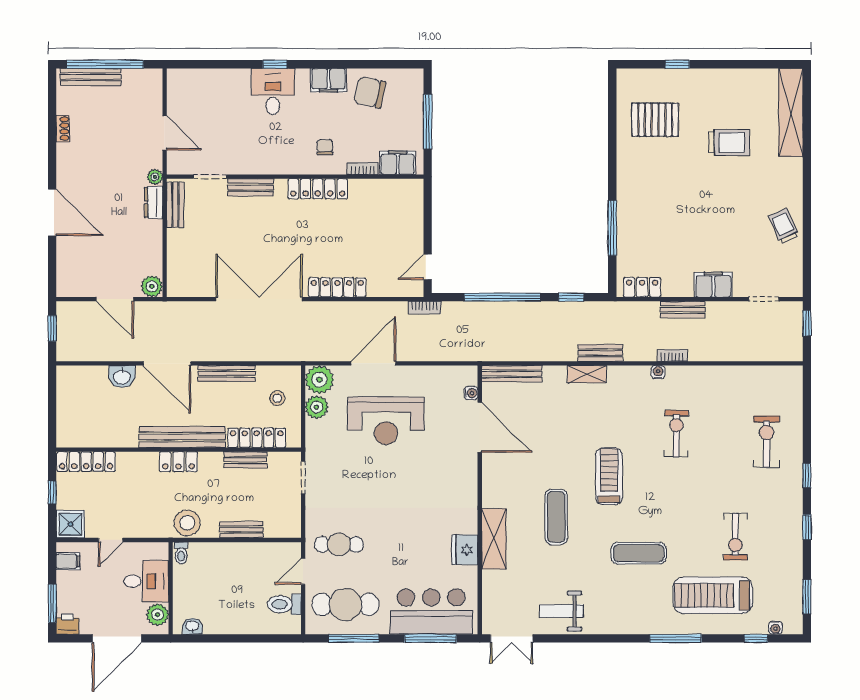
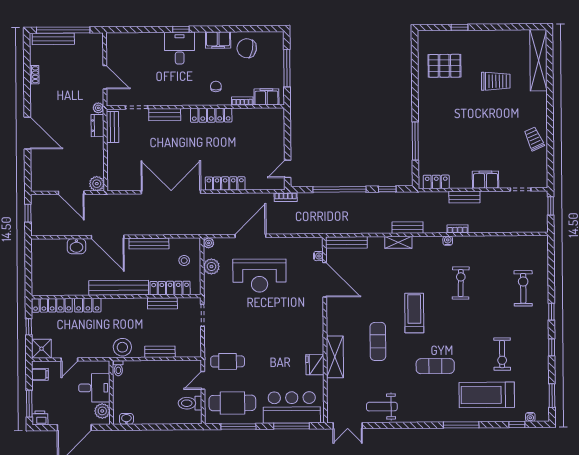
plant: (319, 380) -> (209, 243), width x0.53, depth x0.53
locker: (178, 462) -> (88, 305), moved

